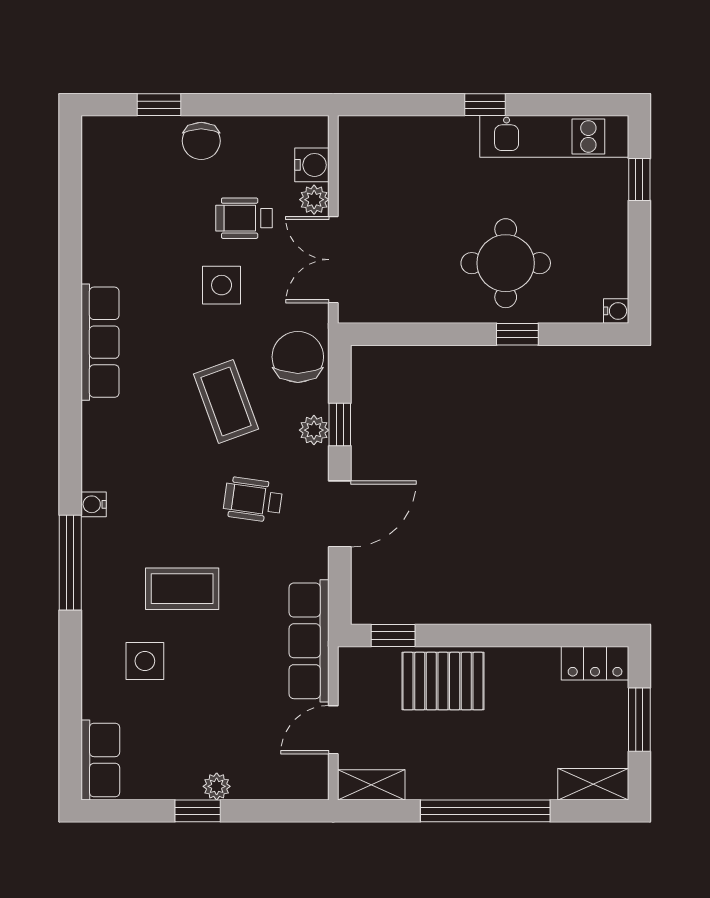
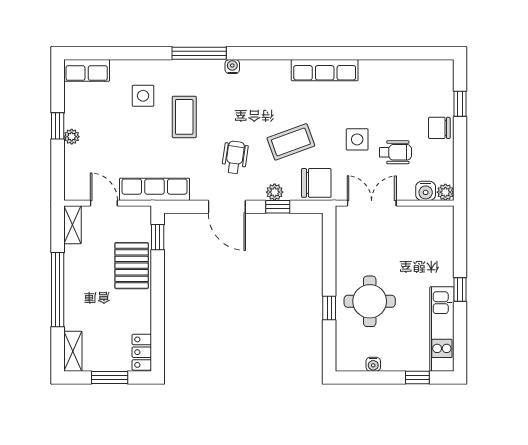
plant: (314, 200) -> (445, 192), moved
wheelchair: (244, 218) -> (395, 152), turned 90
water cooler: (616, 311) -> (373, 364), moved

